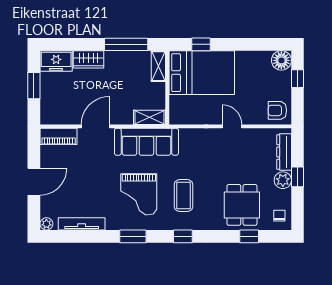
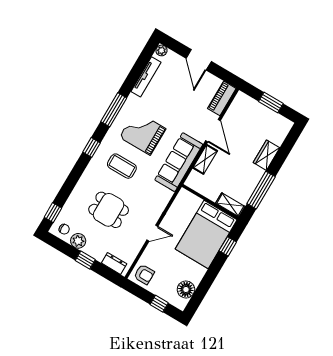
floor lamp: (281, 60) -> (186, 289), moved
freezer: (56, 61) -> (280, 130), removed
armchair: (277, 110) -> (144, 274), turned 90
shelving: (150, 117) -> (205, 159), moved
dresser: (284, 152) -> (114, 263), width x0.70
plant: (283, 180) -> (78, 241), moved
dining table: (242, 205) -> (109, 210), moved
window: (133, 236) -> (114, 110), width x1.44
window: (249, 236) -> (53, 213), moved

